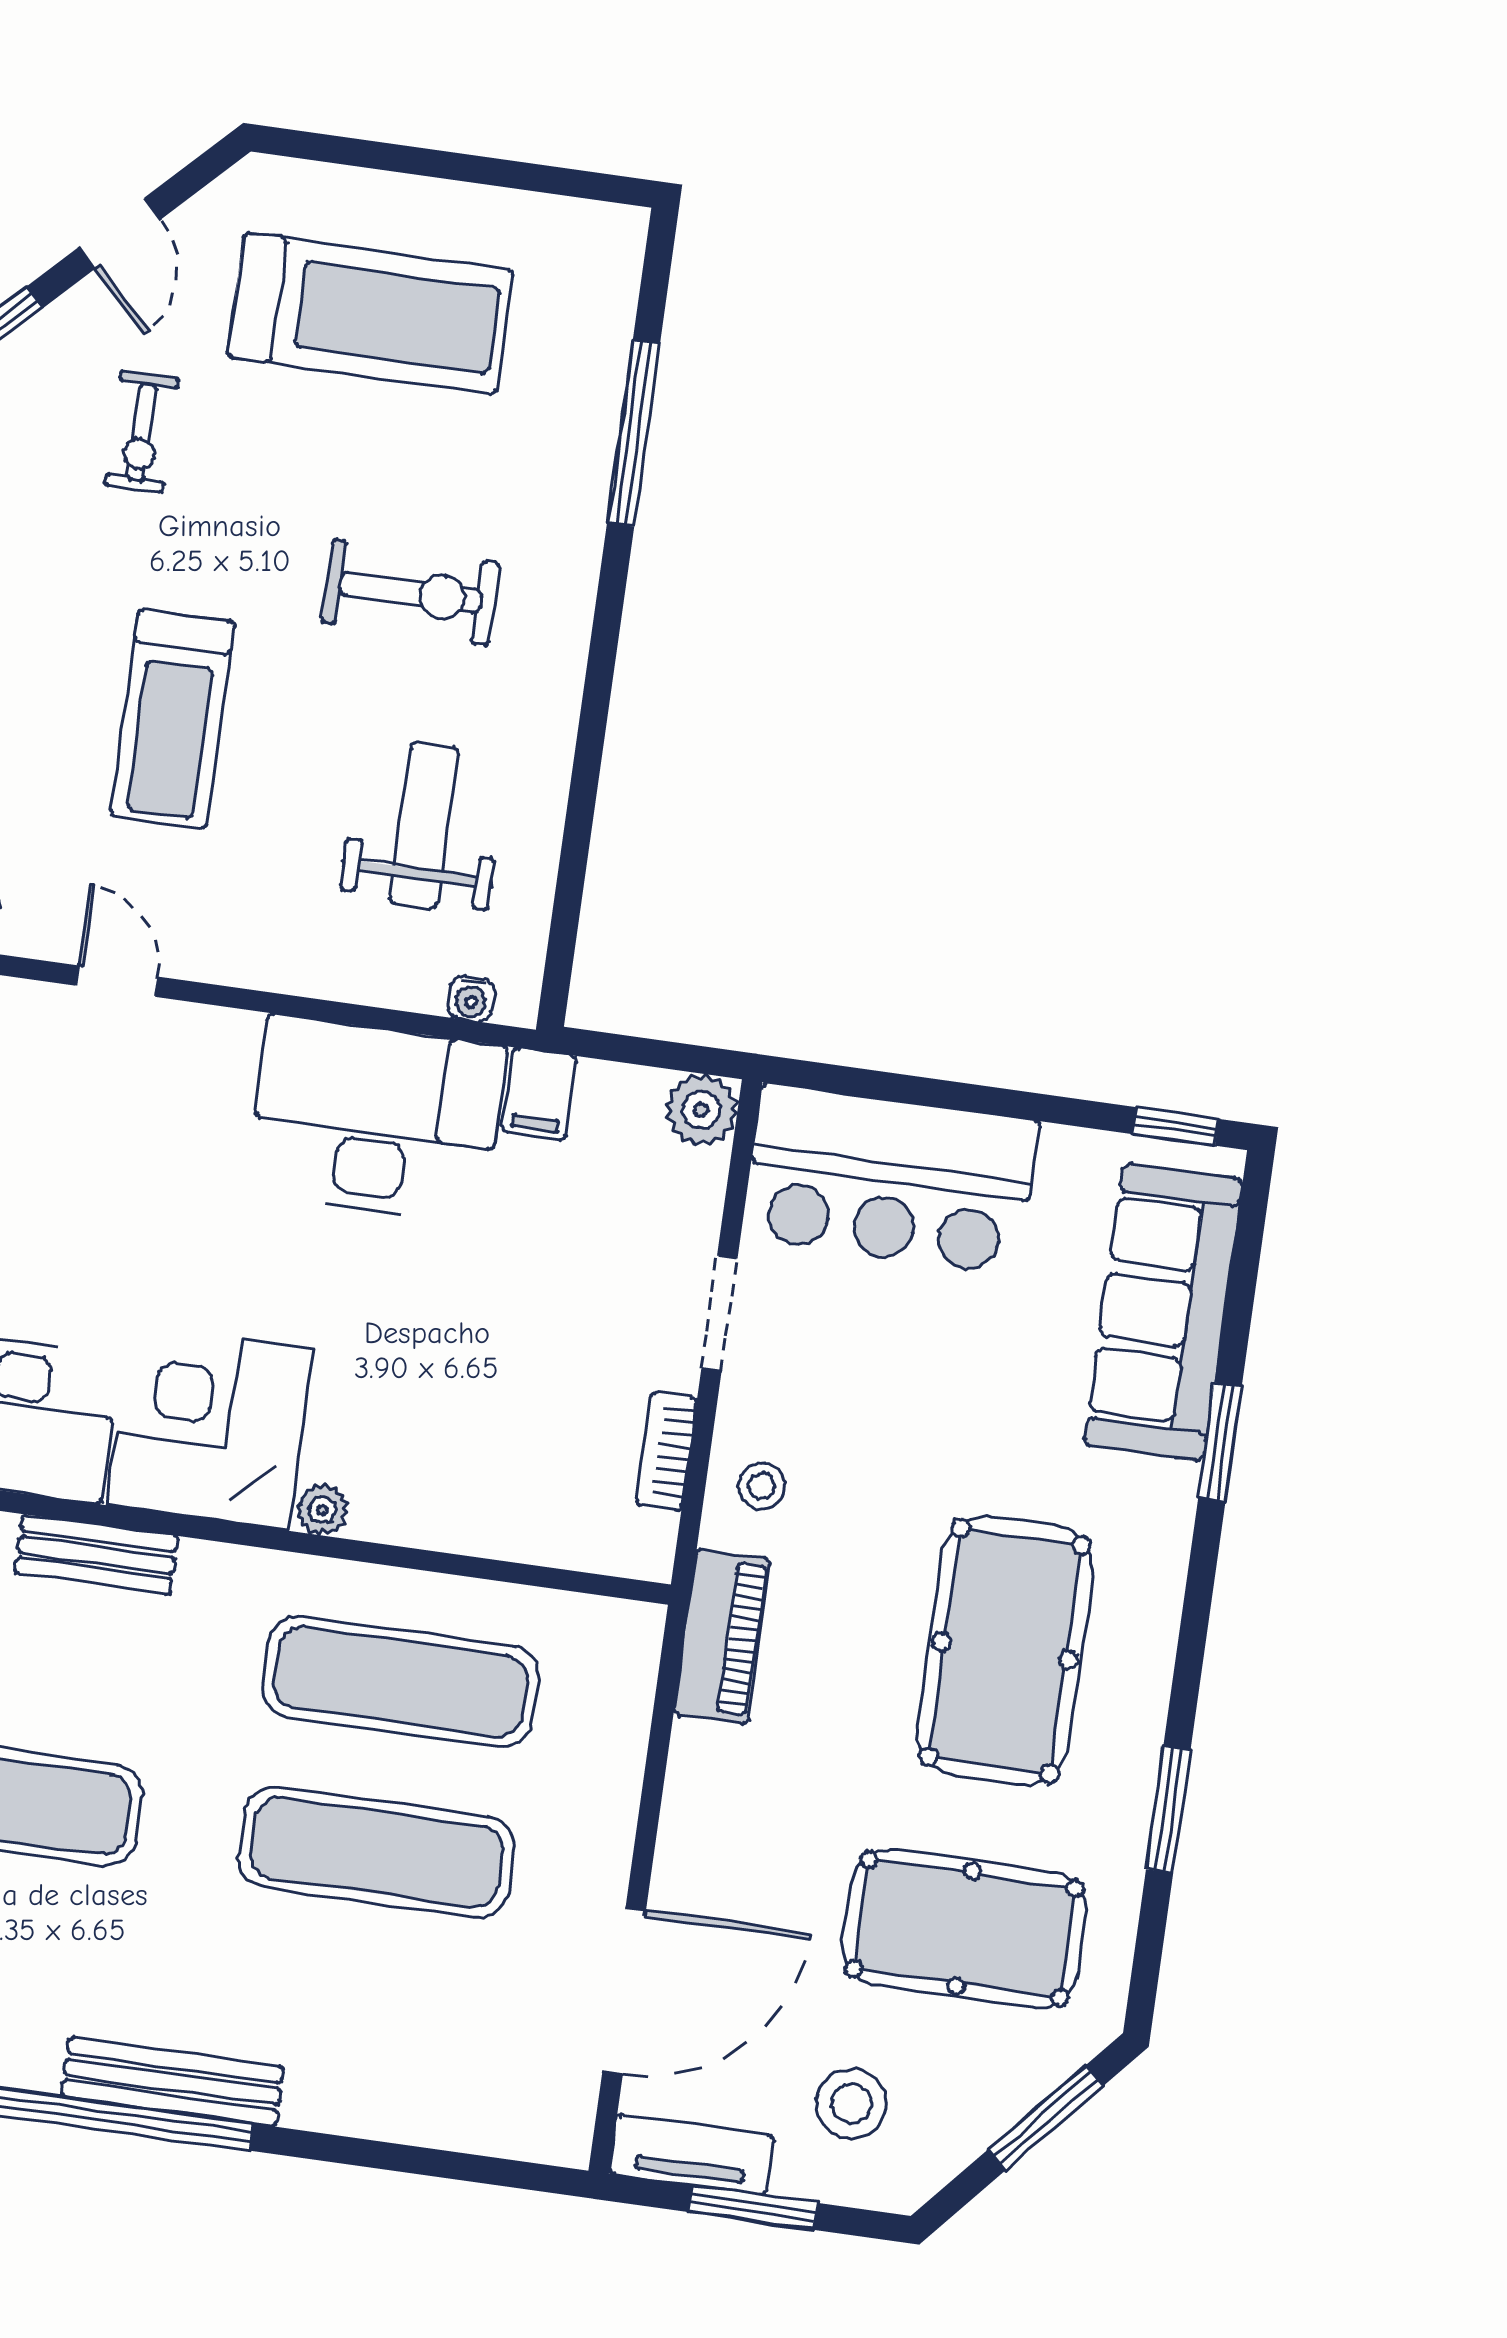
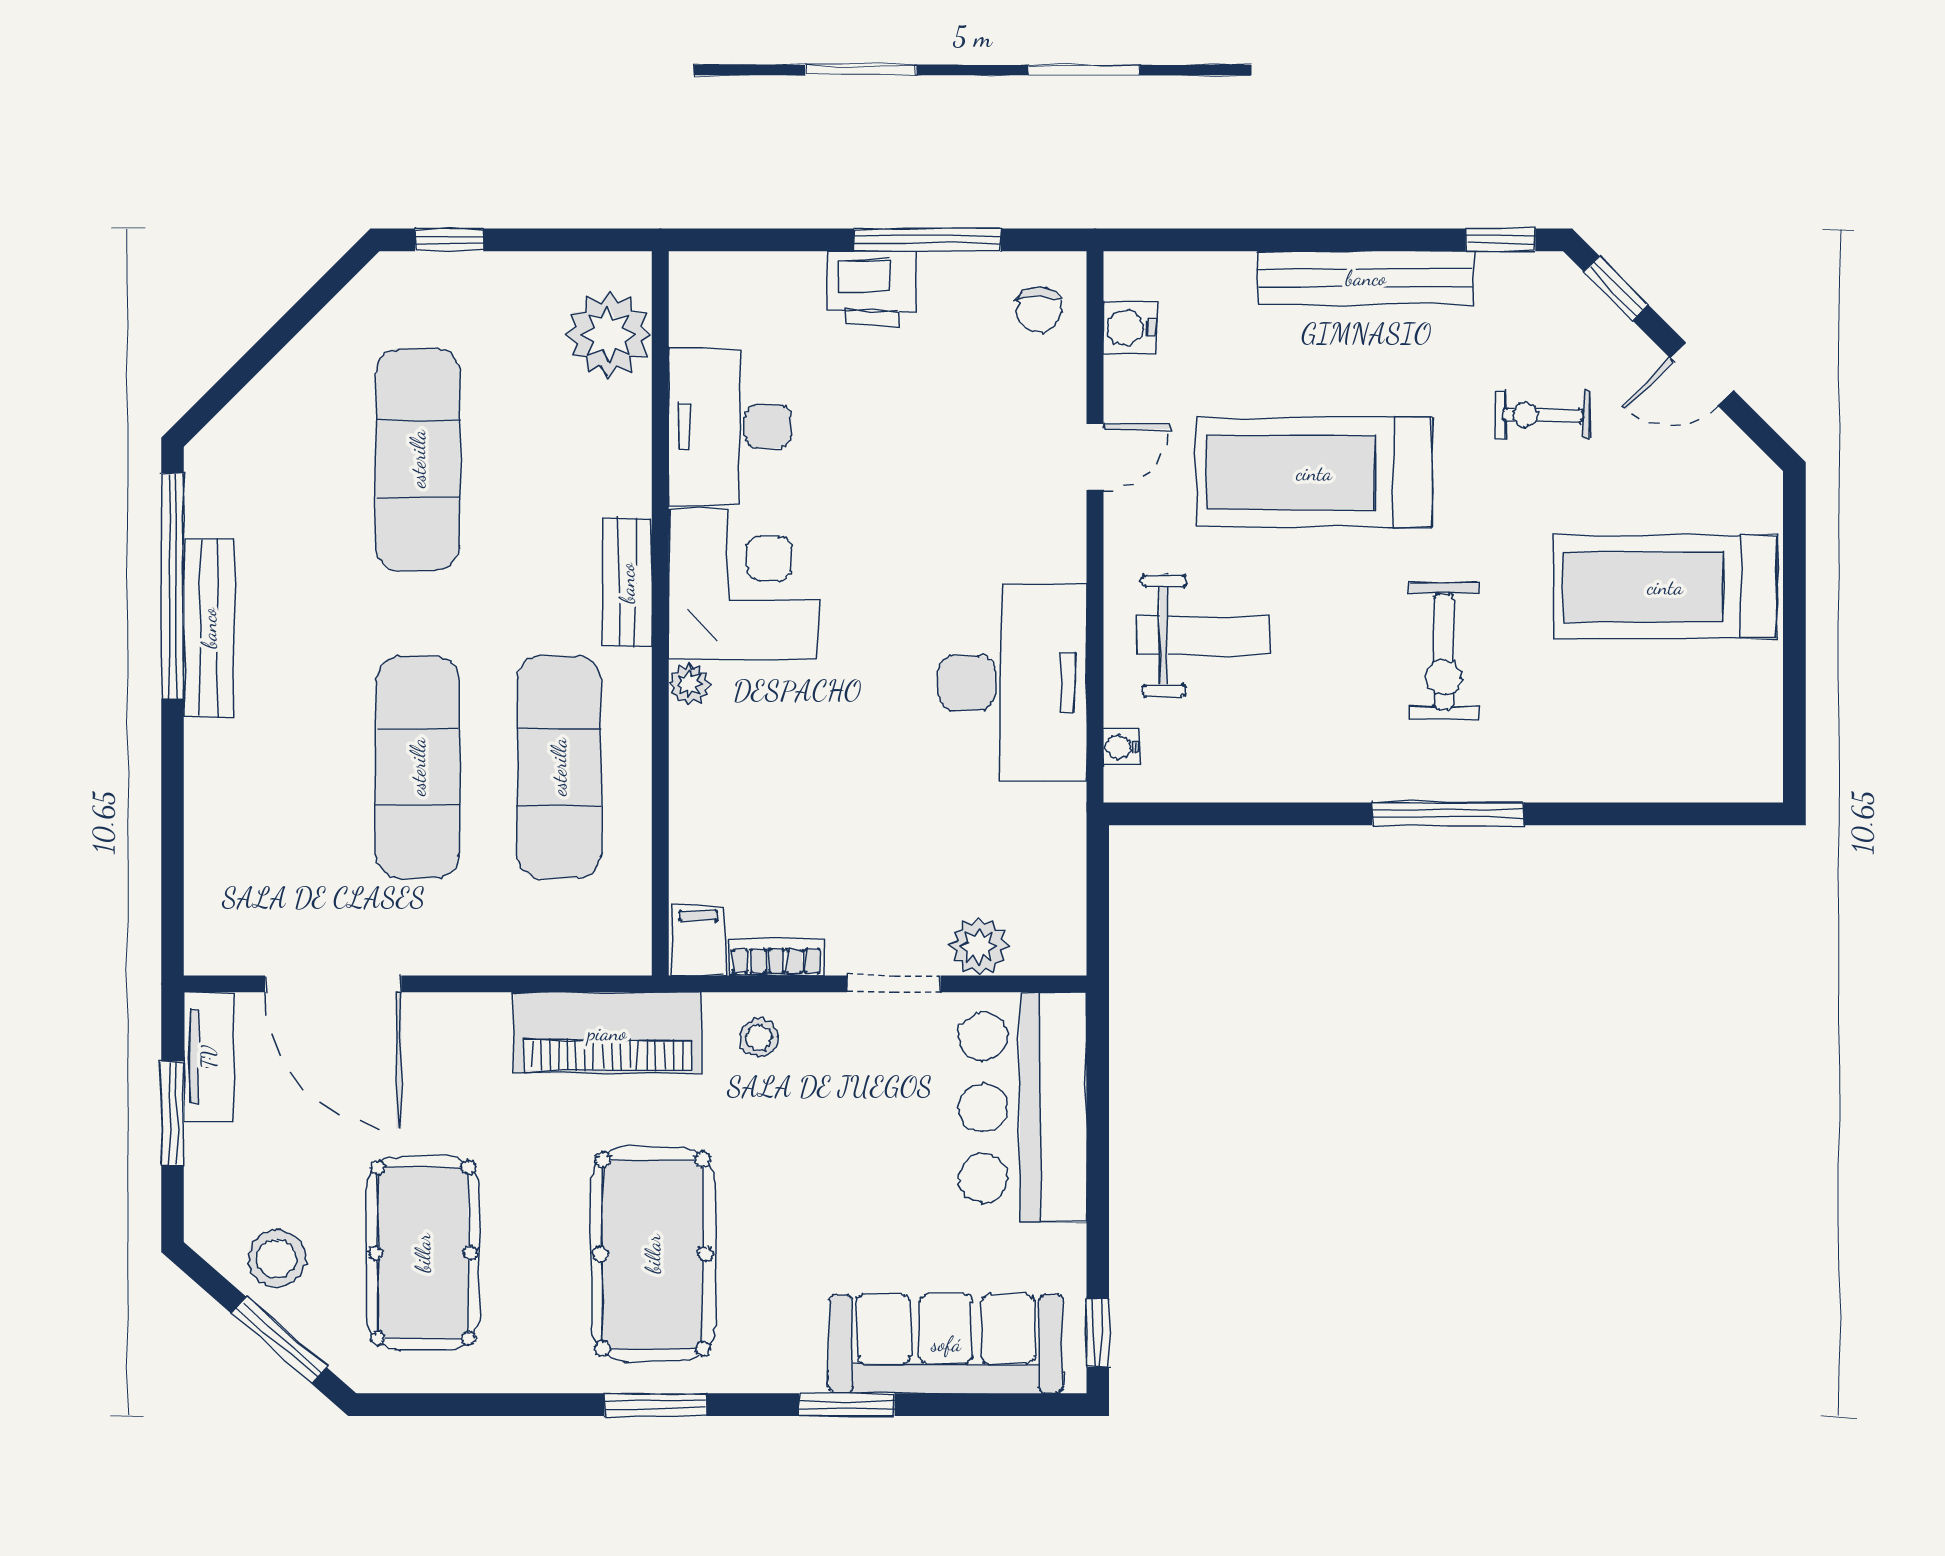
treadmill: (370, 314) -> (1665, 587), turned 90
window: (634, 433) -> (1448, 814), moved
treadmill: (173, 719) -> (1314, 473), width x1.37, depth x1.38
weight bench: (424, 825) -> (1204, 636), moved
filing cabinet: (539, 1094) -> (699, 940), moved, turned 90
plant: (701, 1110) -> (979, 946), moved
bench: (96, 1555) -> (627, 583), moved
piano: (722, 1637) -> (607, 1033), width x1.37, depth x1.33
pool table: (1005, 1651) -> (653, 1254), turned 90
window: (1168, 1810) -> (655, 1405), moved
stool: (852, 2104) -> (277, 1258), moved

